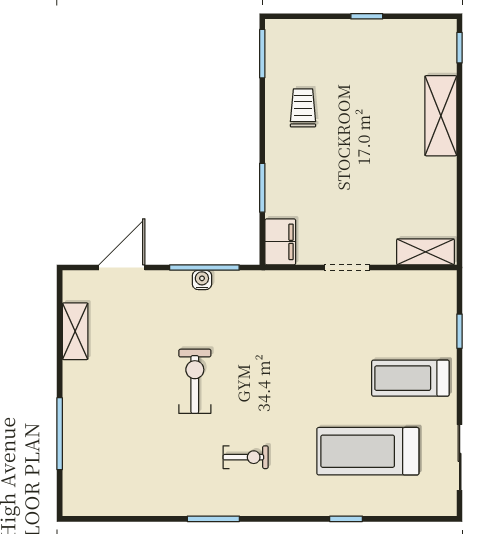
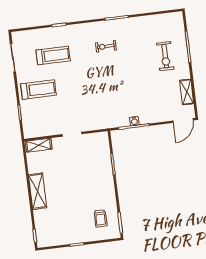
trolley: (303, 108) -> (101, 218), moved
shelving: (441, 116) -> (38, 191), moved
filing cabinet: (280, 242) -> (102, 142), removed
door: (122, 268) -> (183, 121), moved
exercise bike: (195, 381) -> (165, 56), moved
treadmill: (368, 451) -> (53, 55), width x0.73, depth x0.73

